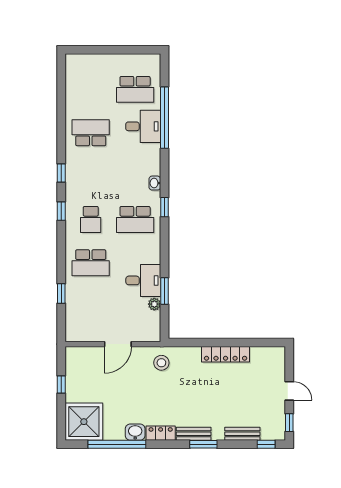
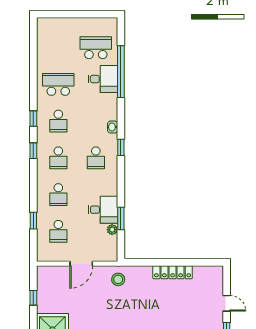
school desk: (135, 89) -> (96, 48), turned 180
school desk: (91, 176) -> (58, 121), added
school desk: (135, 219) -> (96, 158), width x0.54
school desk: (91, 263) -> (58, 195), width x0.54
school desk: (91, 306) -> (58, 231), added

